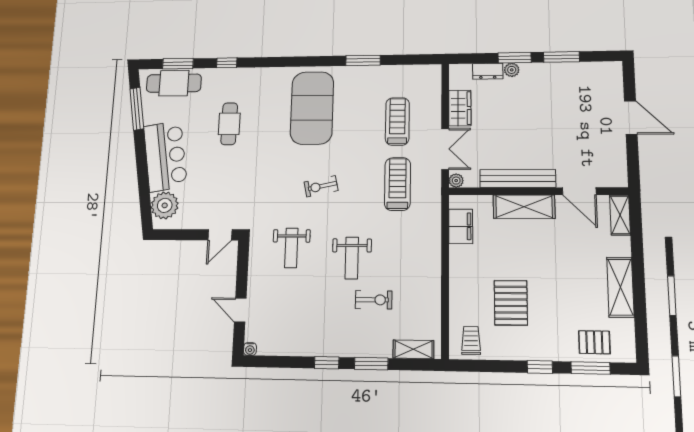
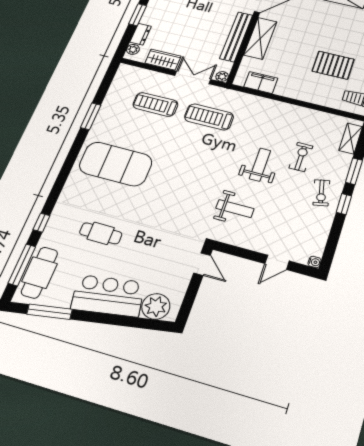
window: (178, 64) -> (22, 265), width x1.44
plant: (512, 70) -> (133, 49), moved
exercise bike: (321, 186) -> (321, 193), moved
weight bench: (352, 258) -> (260, 165), turned -90

